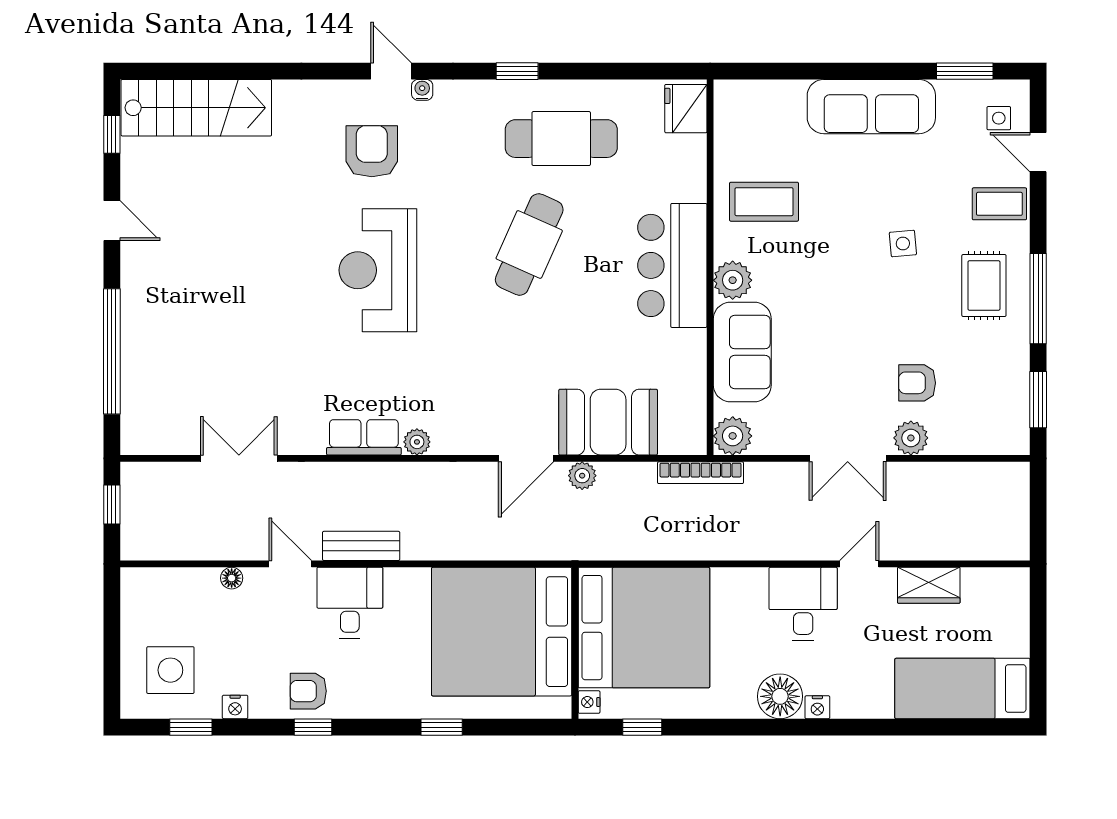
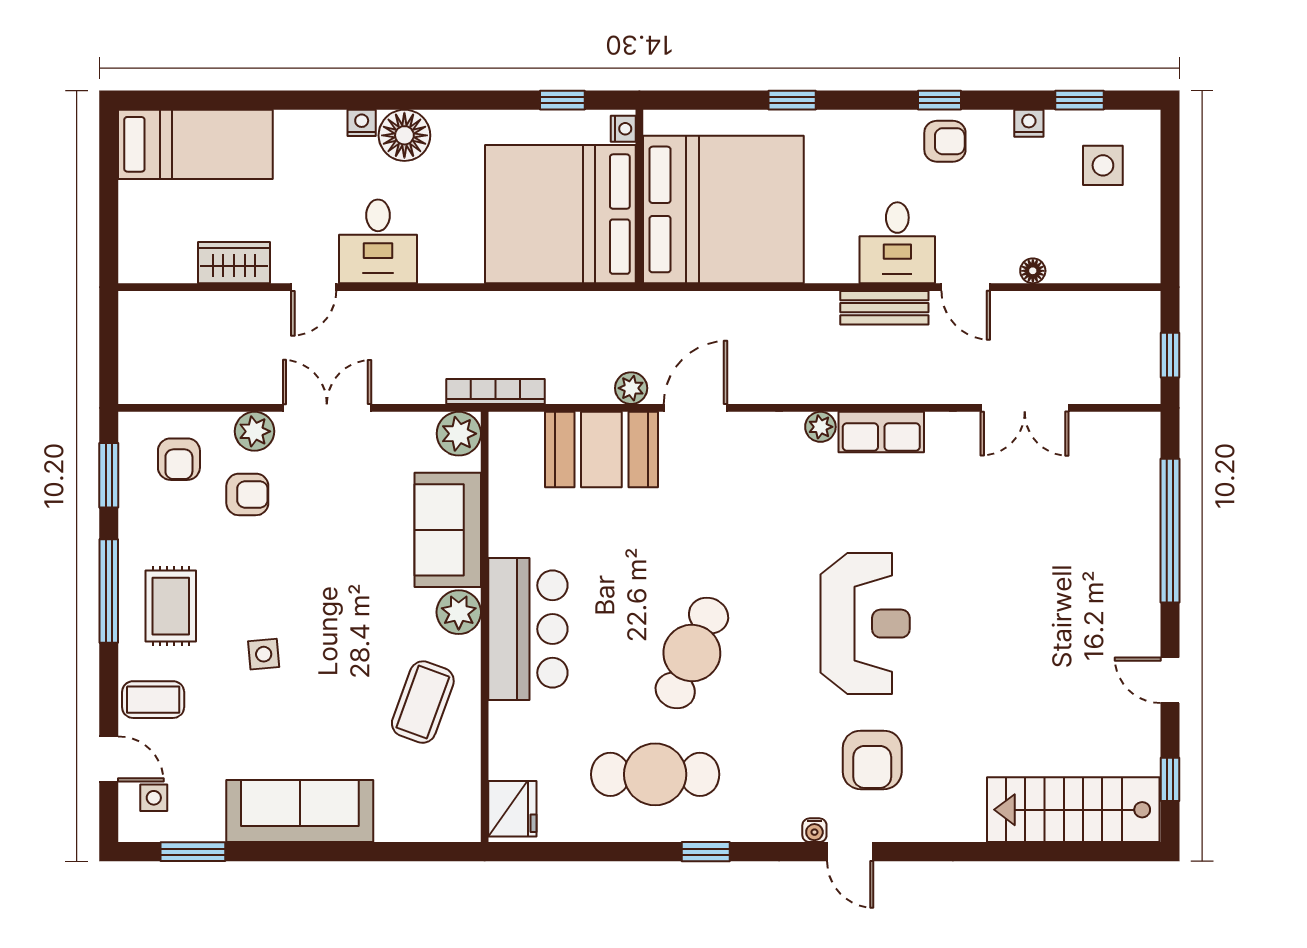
coffee table: (764, 202) -> (423, 702), turned -70
armchair: (977, 414) -> (179, 459), added
side table: (170, 670) -> (1103, 165), width x0.73, depth x0.73

